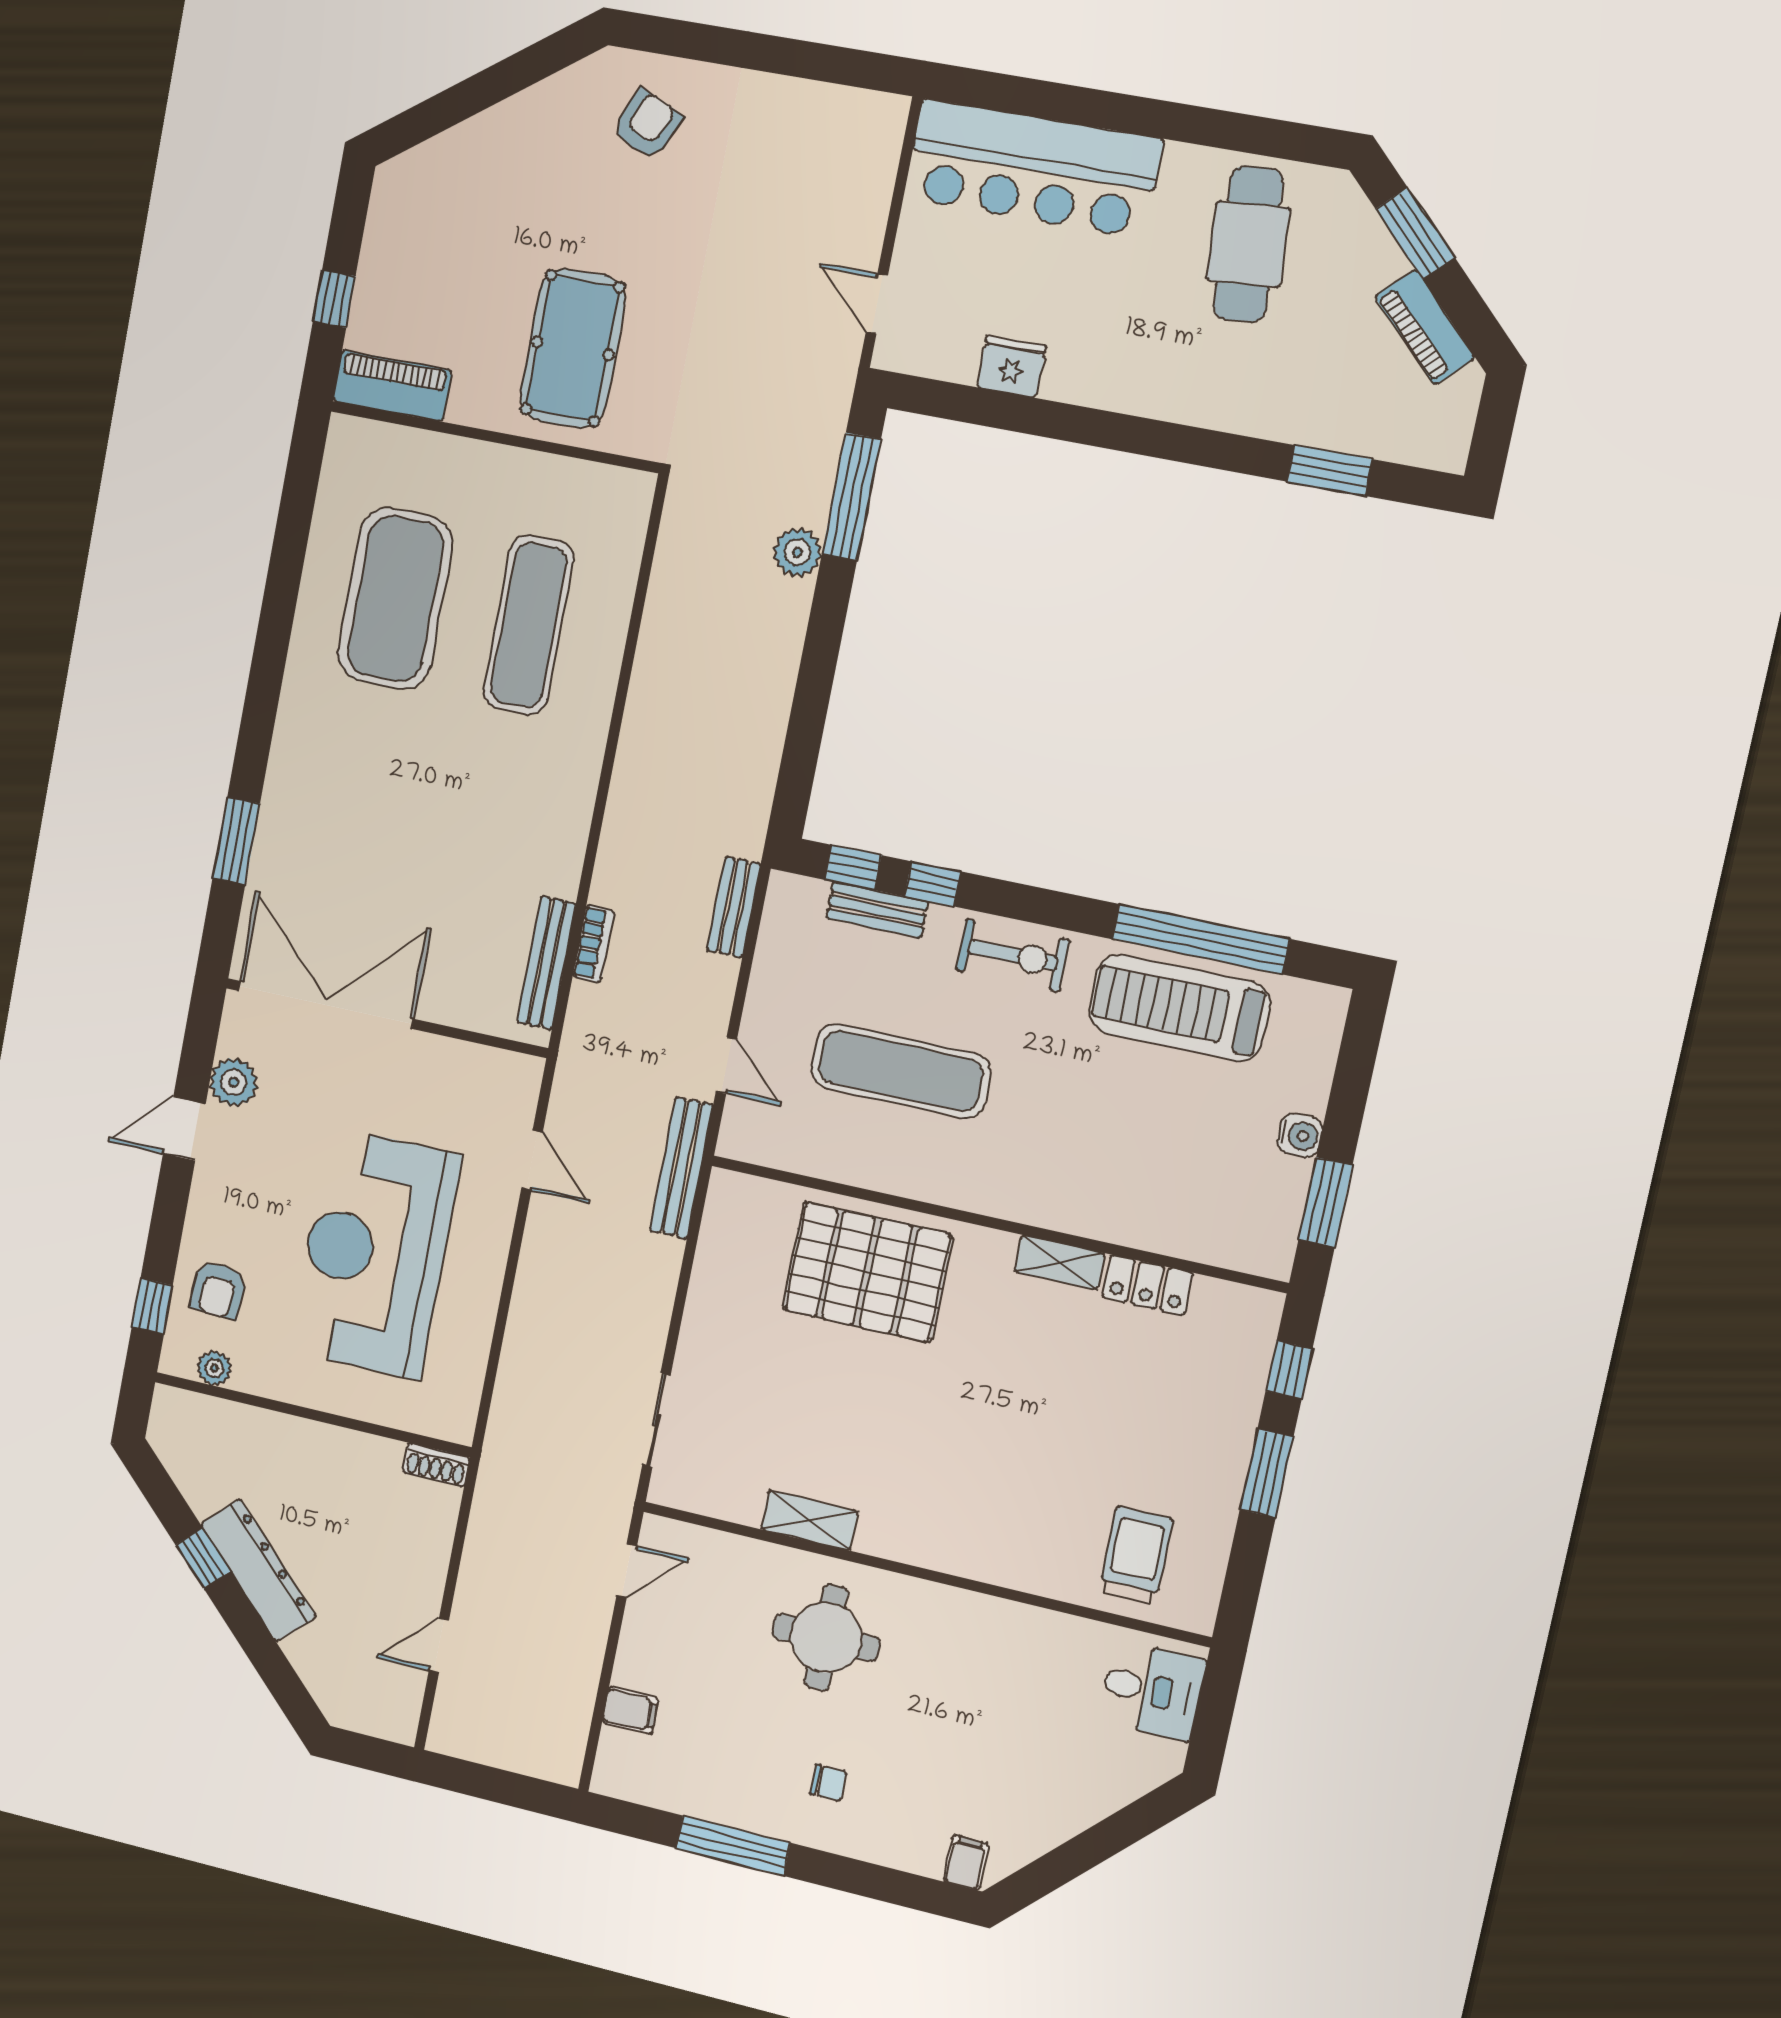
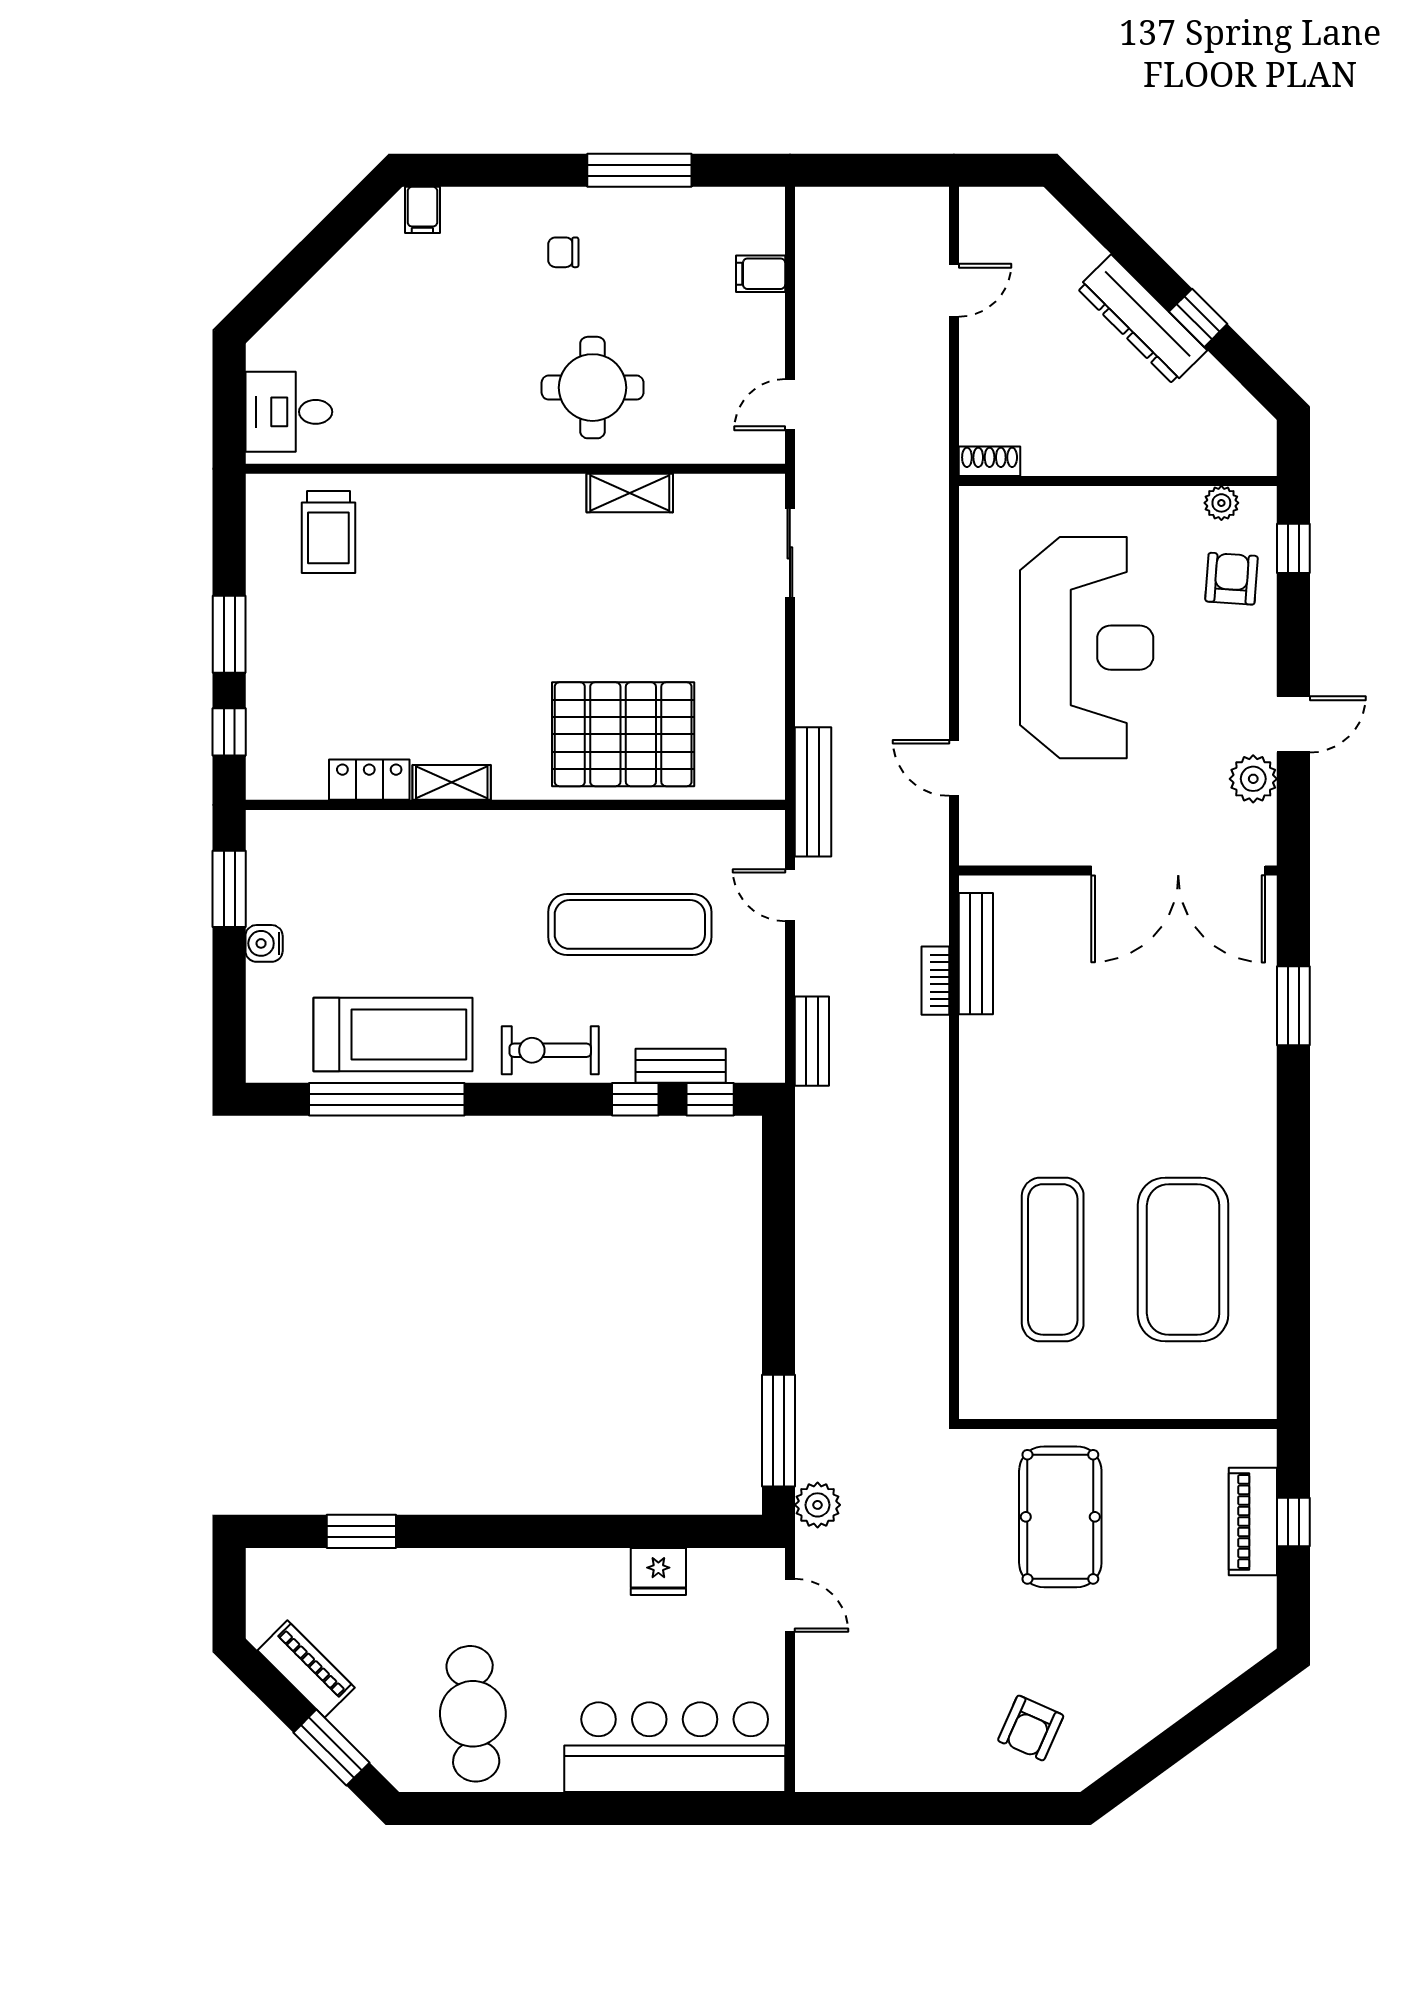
piano: (392, 386) -> (1253, 1521), moved, turned 90
plant: (797, 552) -> (818, 1505), moved

